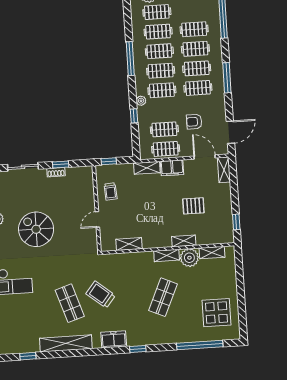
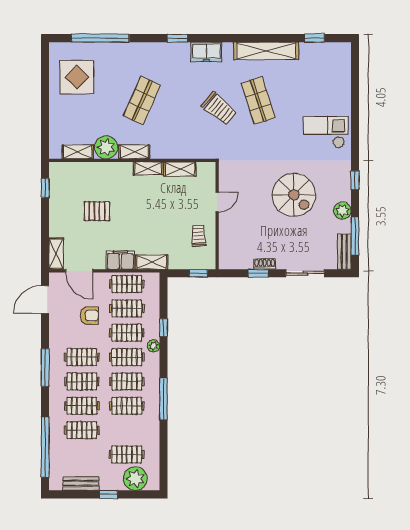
clothes rail: (158, 32) -> (127, 333), moved
shelving: (184, 241) -> (148, 169), moved

